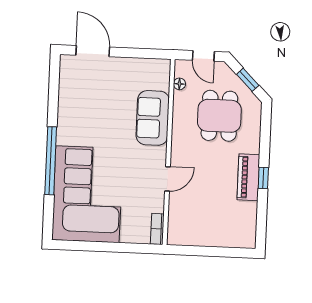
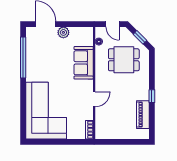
plant: (122, 66) -> (63, 32), added
dining table: (219, 116) -> (124, 60), turned 90
window: (51, 161) -> (23, 57), moved
piano: (248, 177) -> (143, 115), moved

